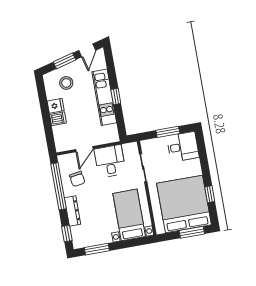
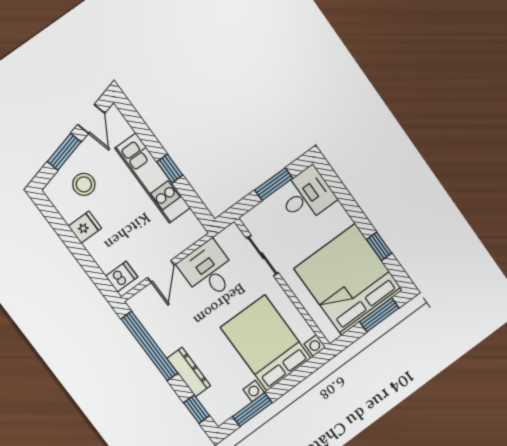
dishwasher: (58, 119) -> (122, 277), moved
chair: (77, 179) -> (172, 321), removed
bed with nightstands: (129, 215) -> (266, 343), width x1.36

